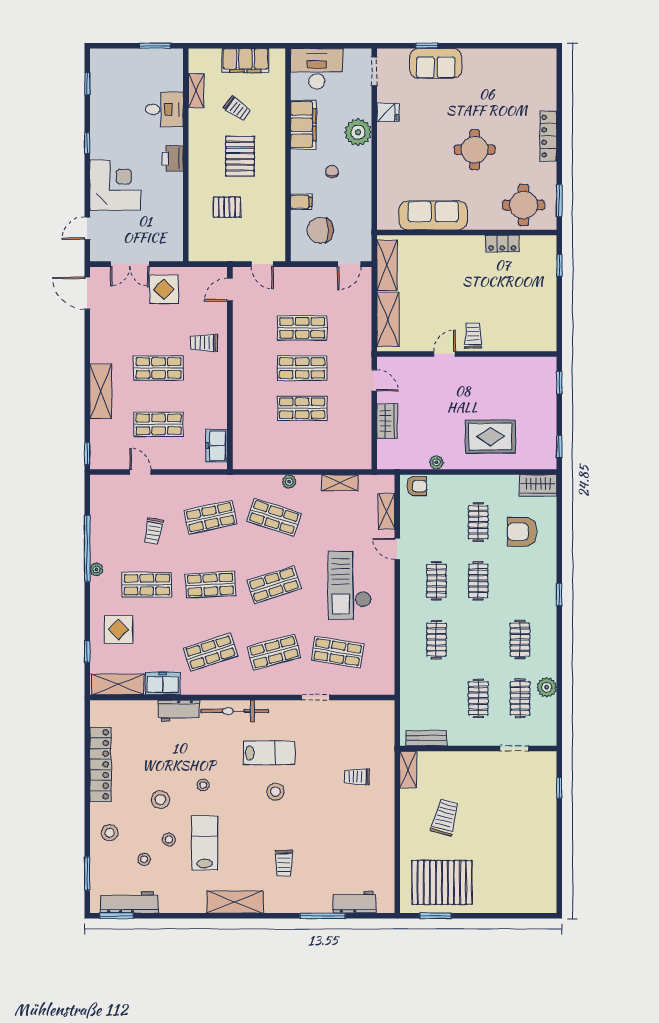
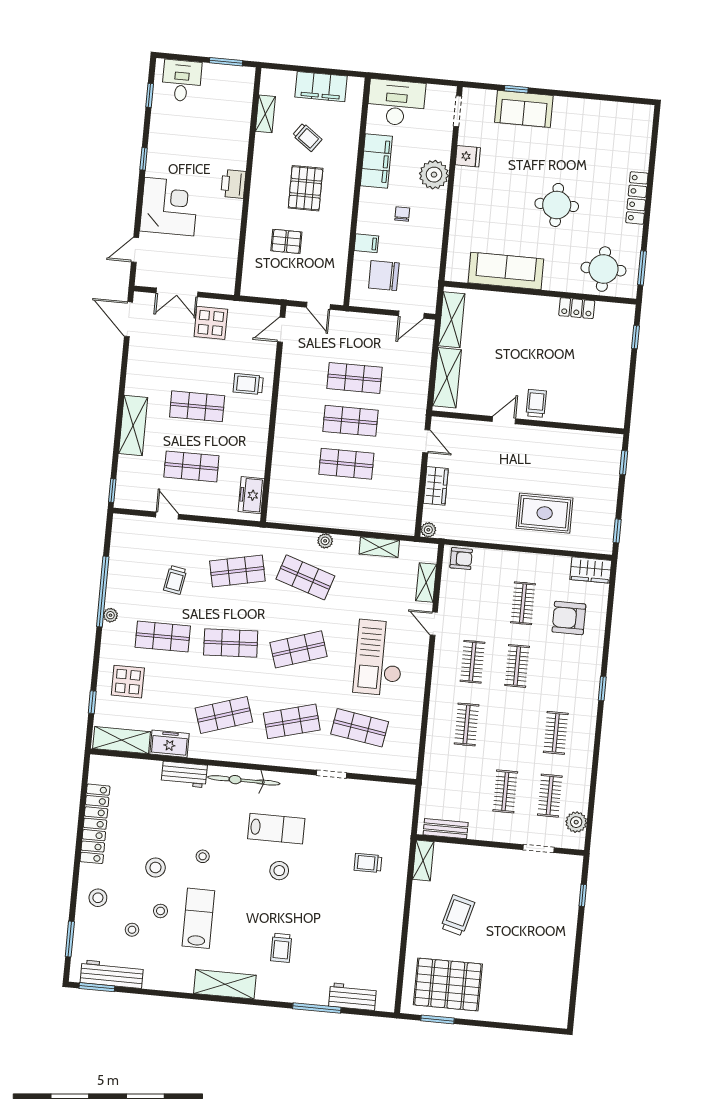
desk: (164, 109) -> (182, 81), moved, turned -90
plant: (437, 462) -> (428, 530), moved
plant: (547, 687) -> (576, 822), moved

